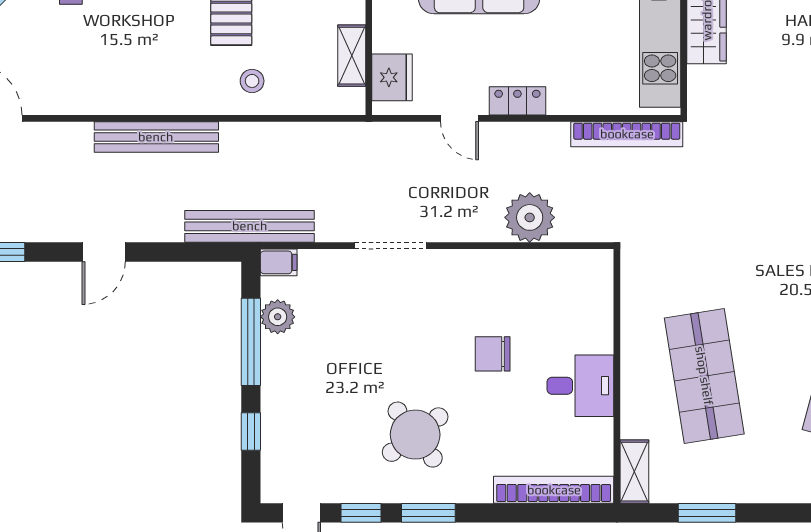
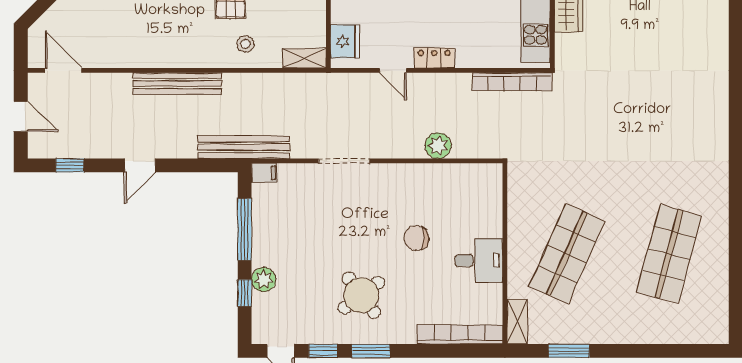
shelving: (352, 56) -> (304, 58), moved, turned 90
plant: (530, 217) -> (438, 146), width x0.73, depth x0.73
plant: (278, 317) -> (264, 280), moved
shop shelf: (704, 376) -> (567, 254), turned 33

